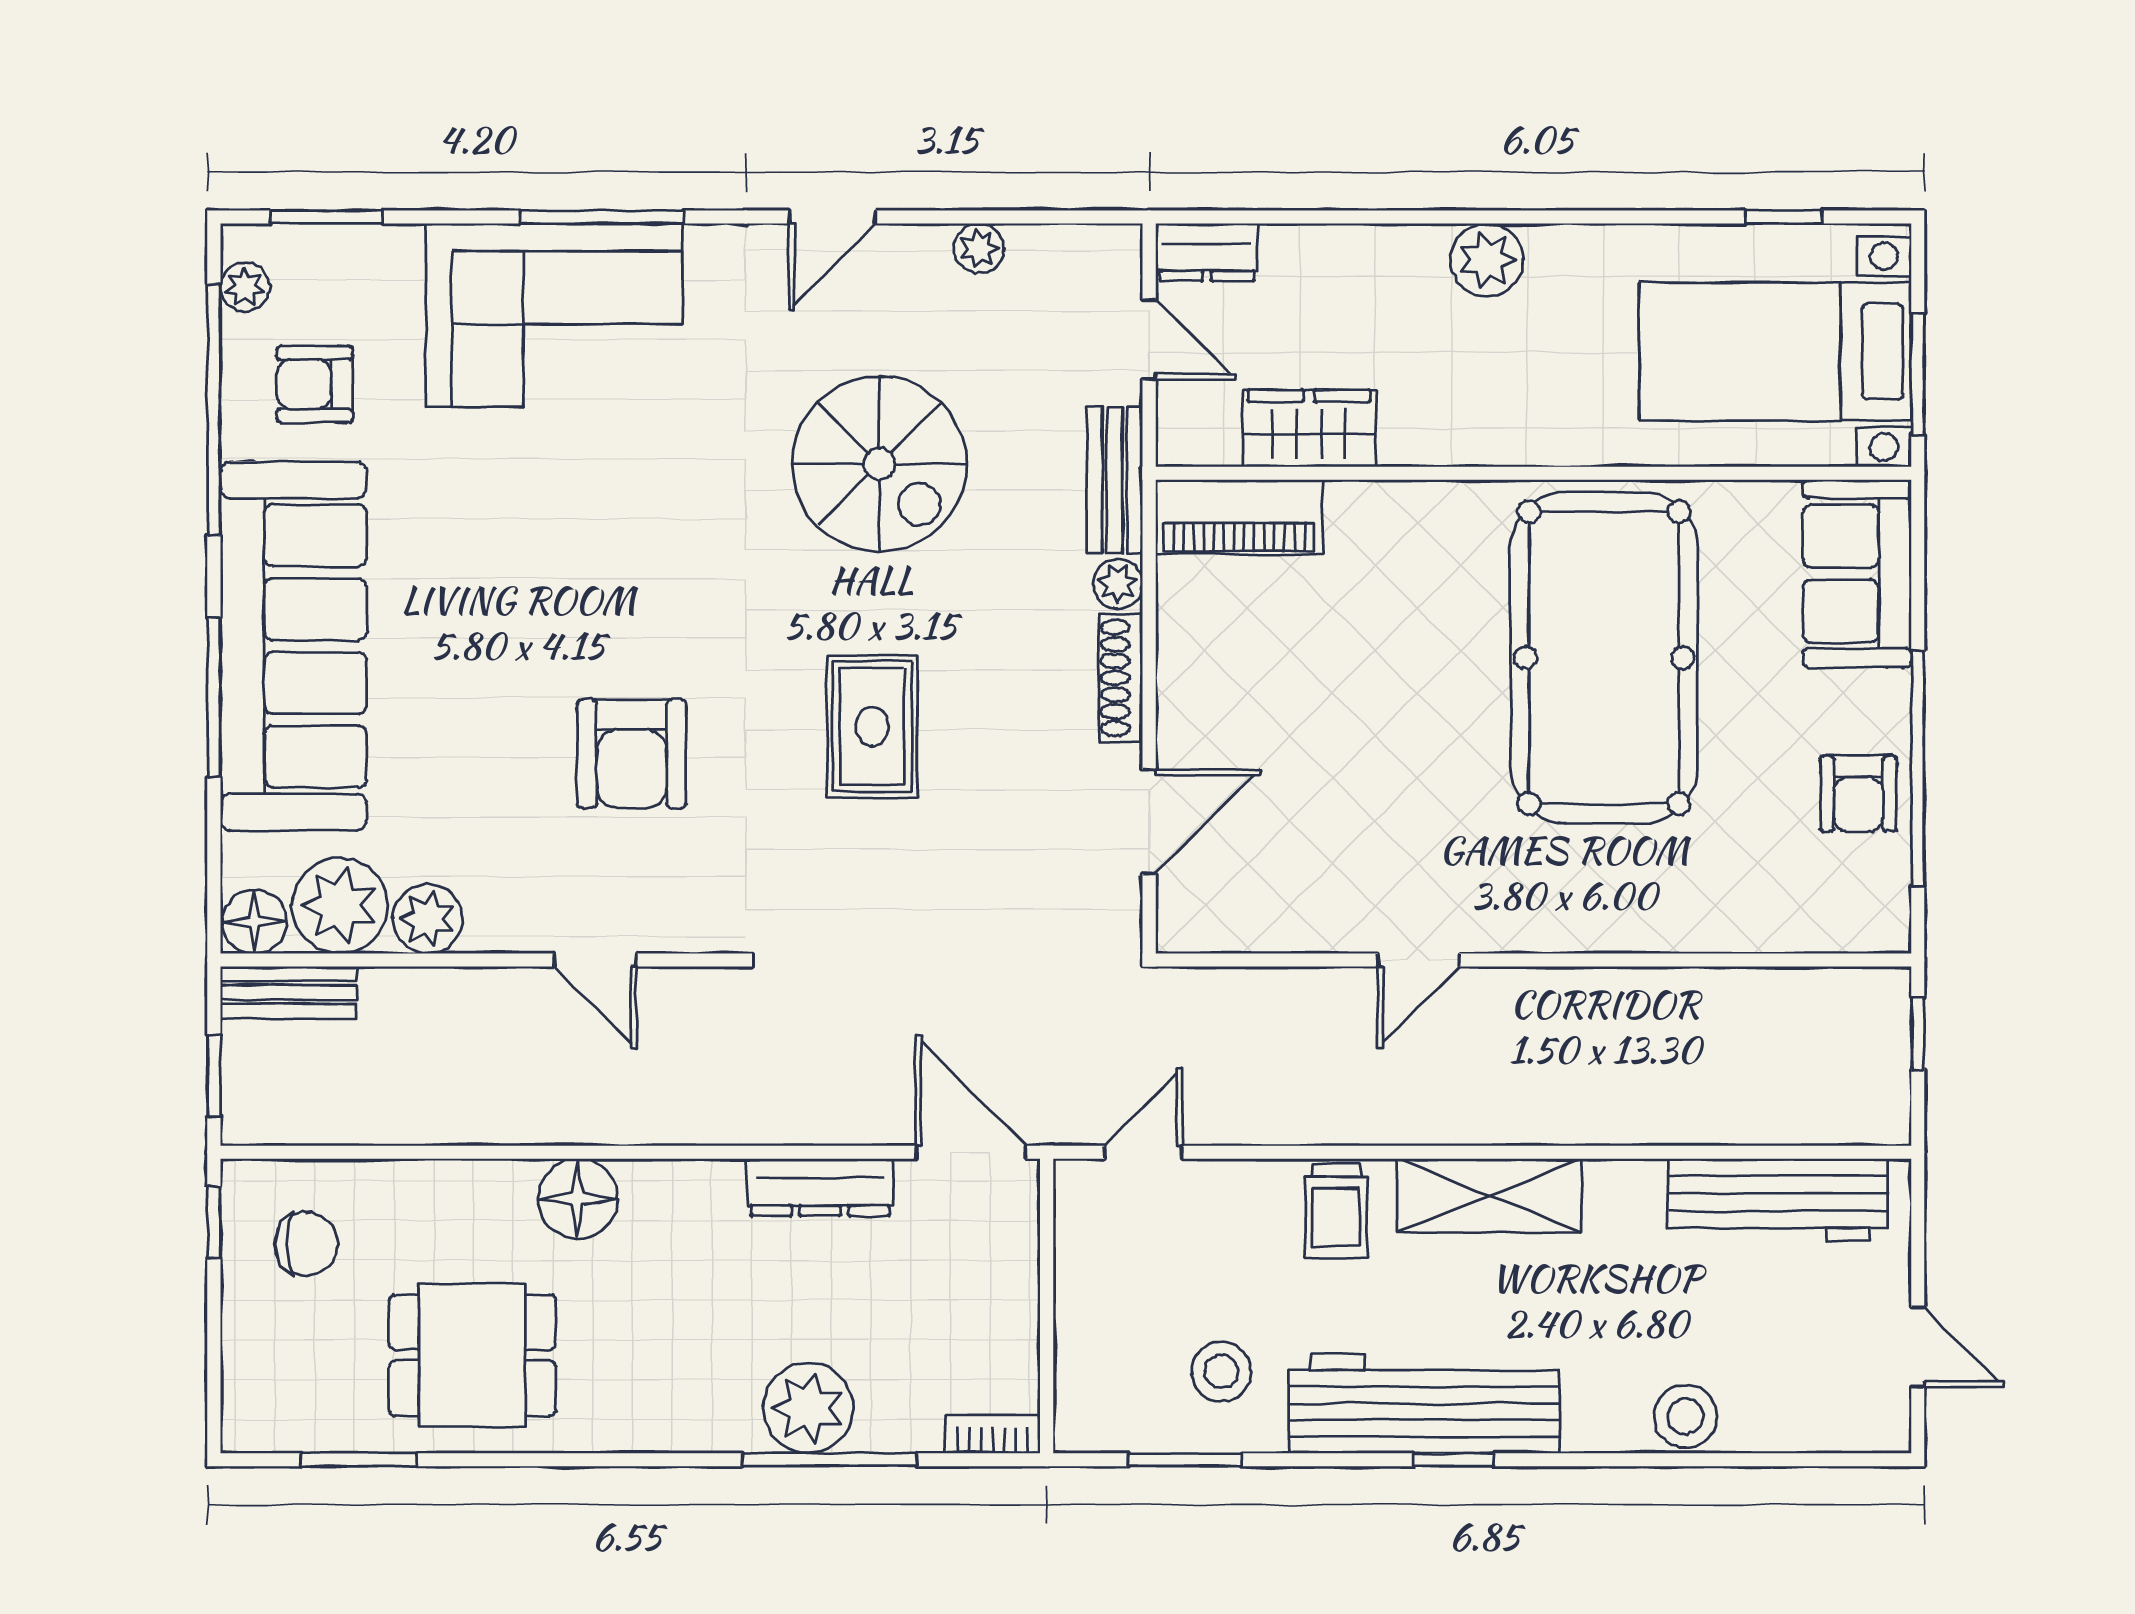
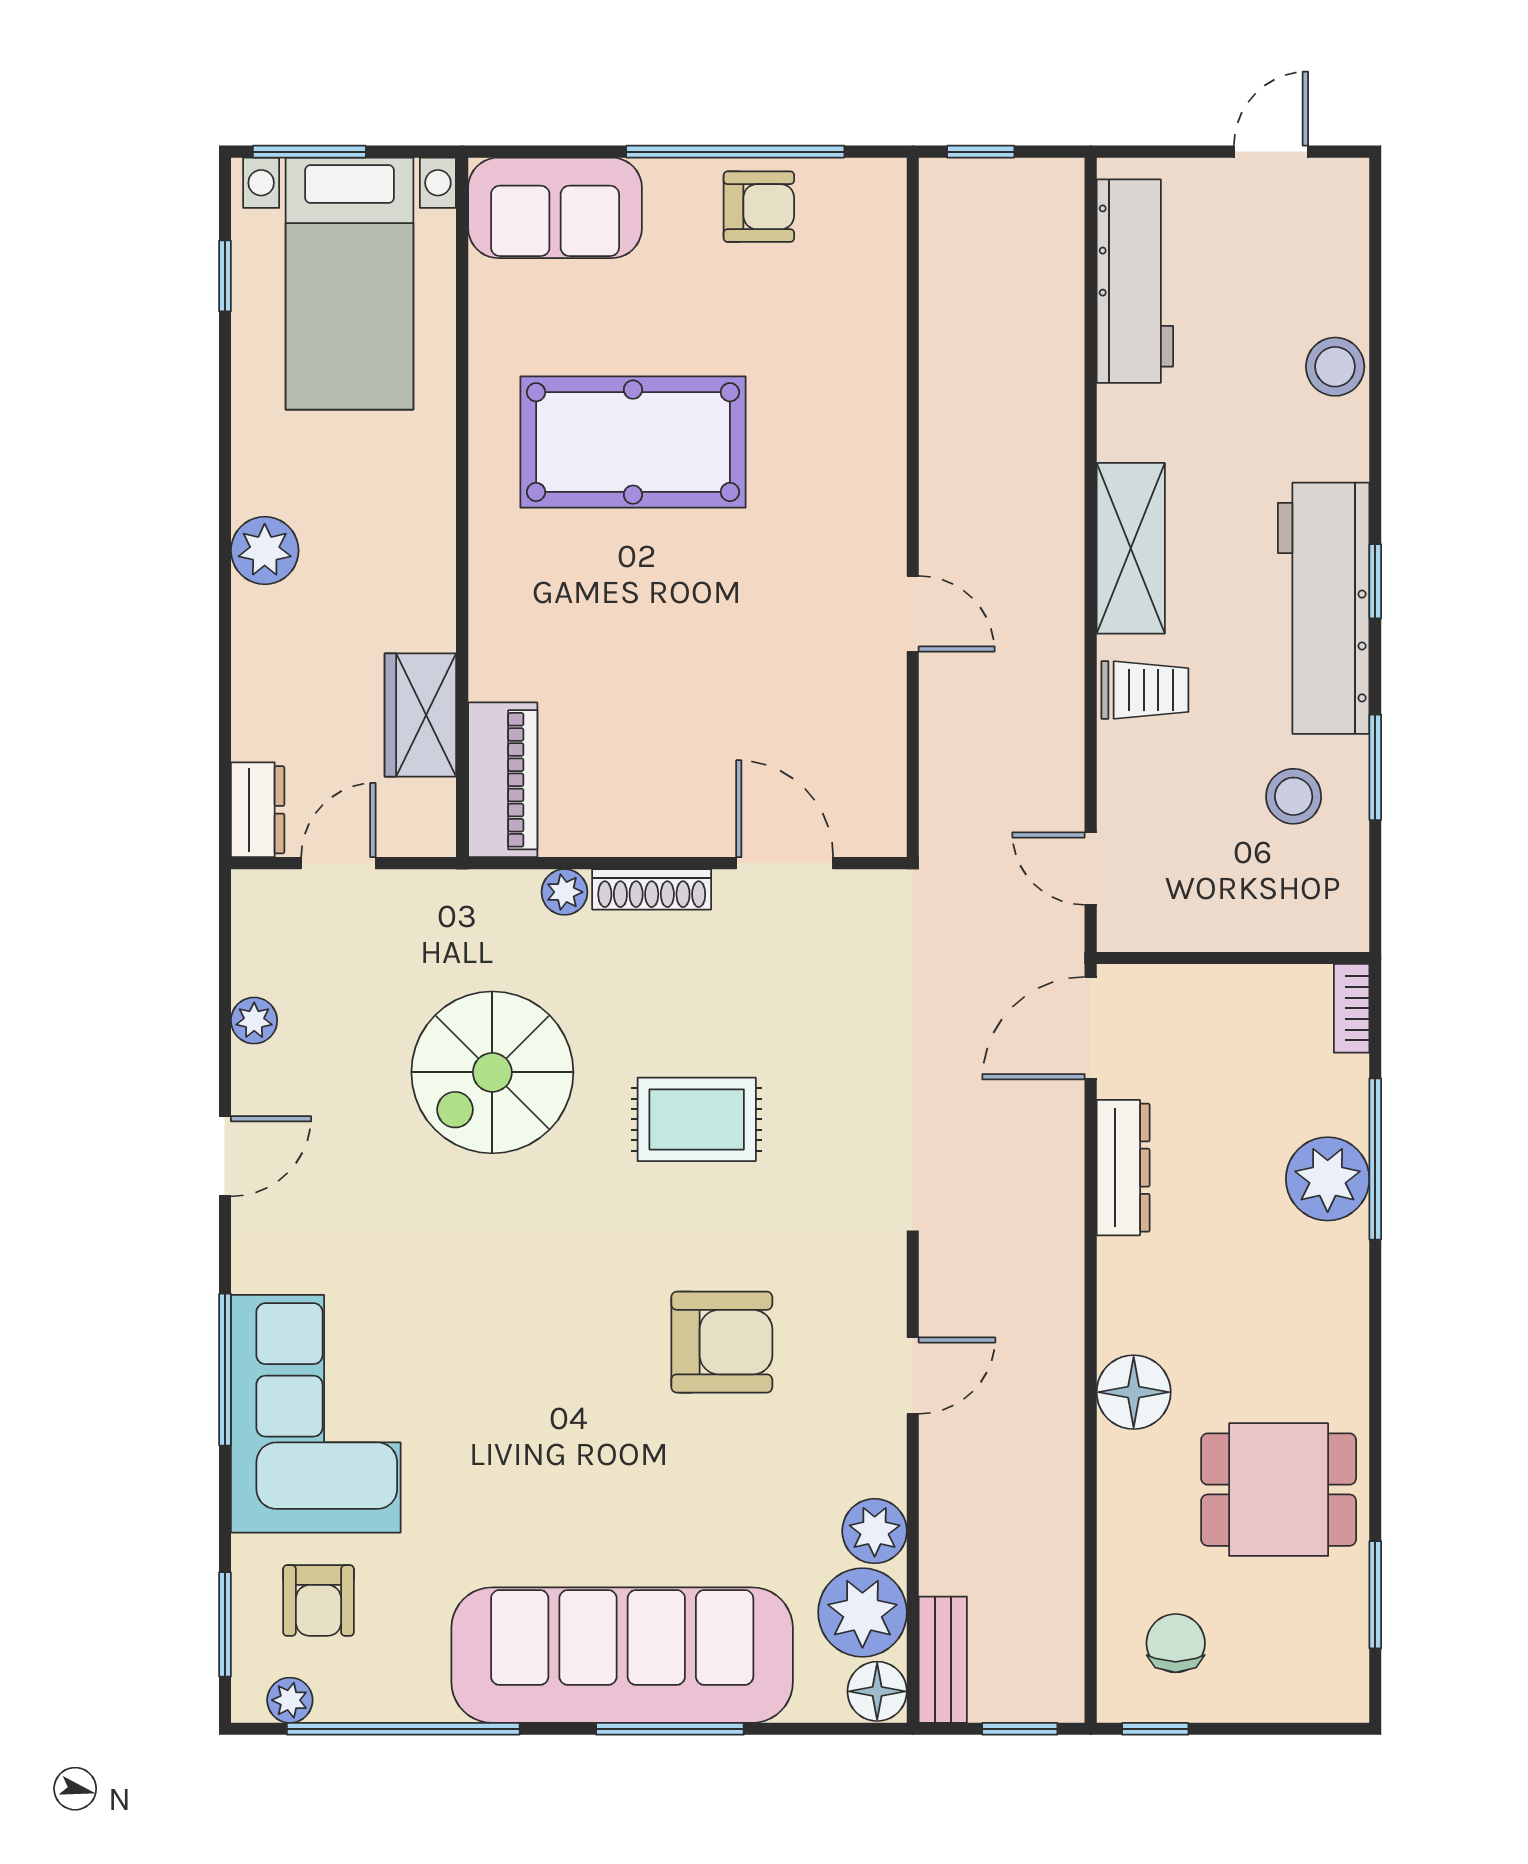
door: (832, 217) -> (225, 1156), hinge flipped
window: (1918, 374) -> (309, 152), moved
armchair: (315, 384) -> (319, 1601), moved
spiral stairs: (879, 464) -> (492, 1072), moved, turned 180
bench: (1115, 480) -> (469, 895), removed
pool table: (1604, 658) -> (633, 442), width x0.73, depth x0.76
dining table: (472, 1355) -> (1279, 1490), turned 90
window: (1185, 1460) -> (1375, 767), moved

